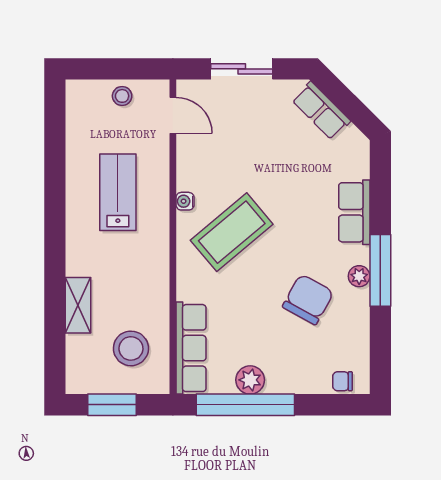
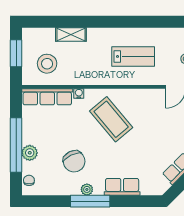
water cooler: (185, 201) -> (79, 93), moved
chair: (308, 299) -> (74, 161), turned 35
plant: (250, 380) -> (30, 153), moved
window: (245, 405) -> (16, 145), moved

